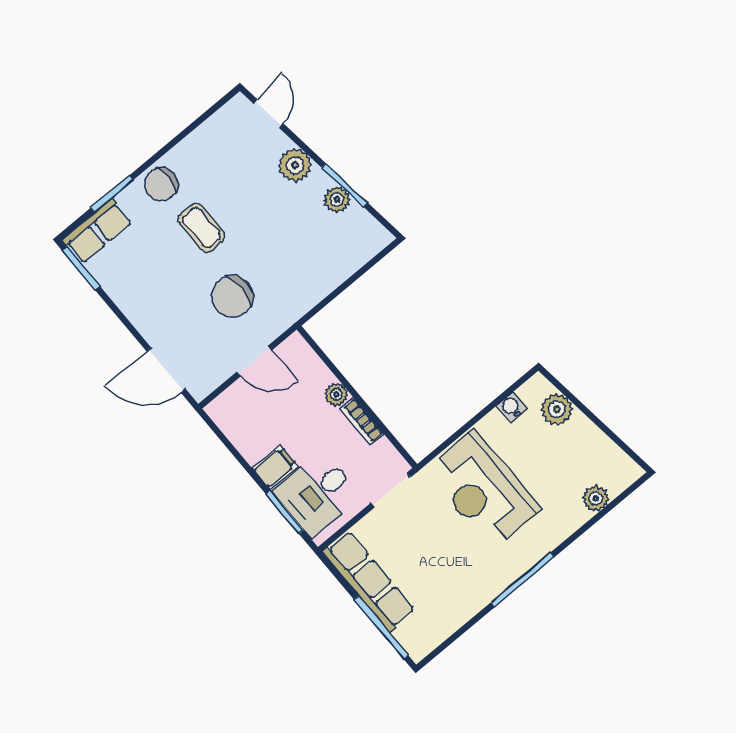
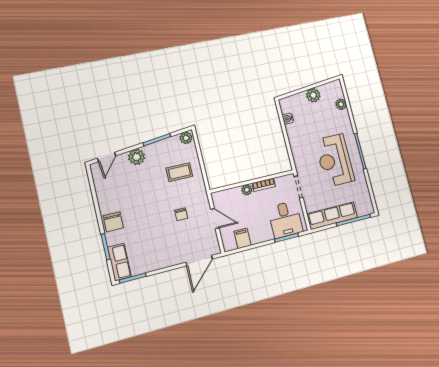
door: (268, 114) -> (107, 157), swing flipped
plant: (337, 200) -> (186, 138), moved
coffee table: (201, 228) -> (179, 172), moved
chair: (232, 296) -> (181, 214), width x0.54, depth x0.54
door: (254, 361) -> (215, 219), hinge flipped
plant: (557, 409) -> (313, 95), moved
filing cabinet: (275, 467) -> (242, 238), moved
reception desk: (483, 490) -> (335, 160), moved, turned 90

